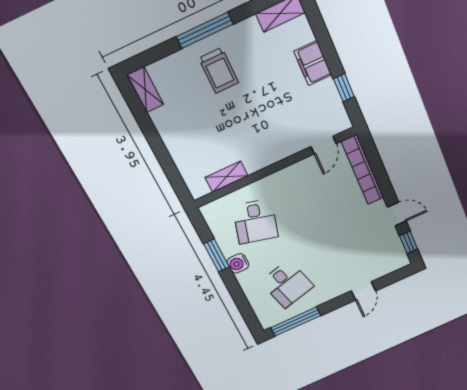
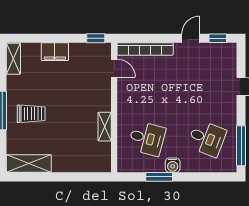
window: (344, 88) -> (96, 38), moved
shelving: (145, 90) -> (29, 164), width x1.50, depth x1.33
shelving: (227, 177) -> (105, 127), moved
desk: (287, 284) -> (207, 138), turned 36

